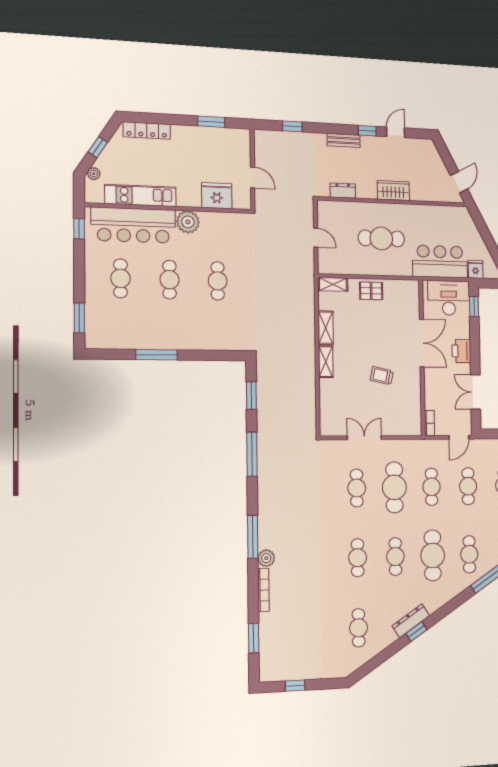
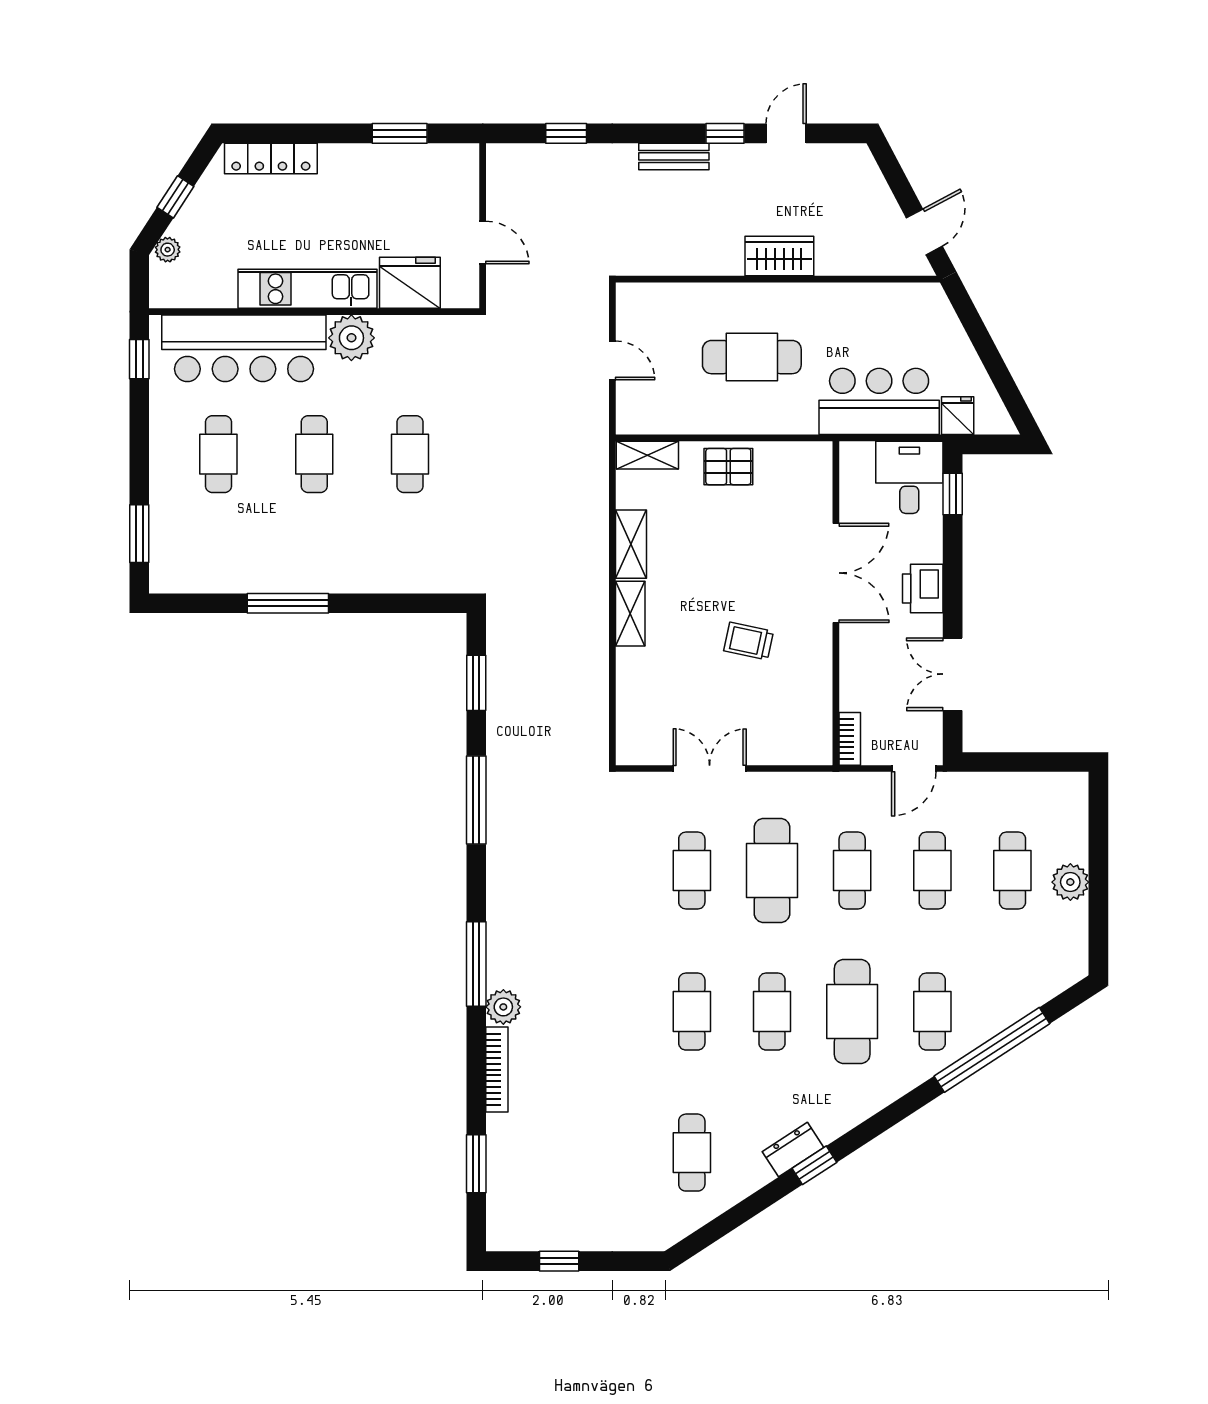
dresser: (343, 191) -> (671, 261), removed
kitchen unit: (141, 195) -> (307, 289), moved
desk: (449, 298) -> (909, 477), width x0.73
dresser: (411, 621) -> (793, 1150), width x0.70

